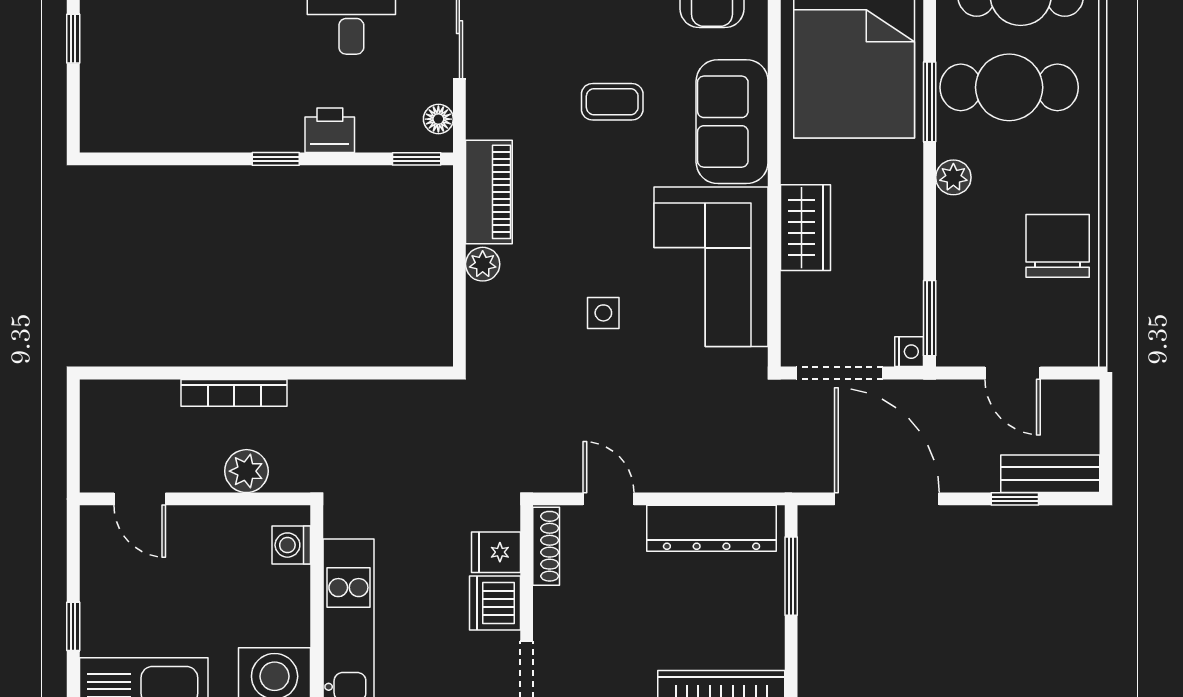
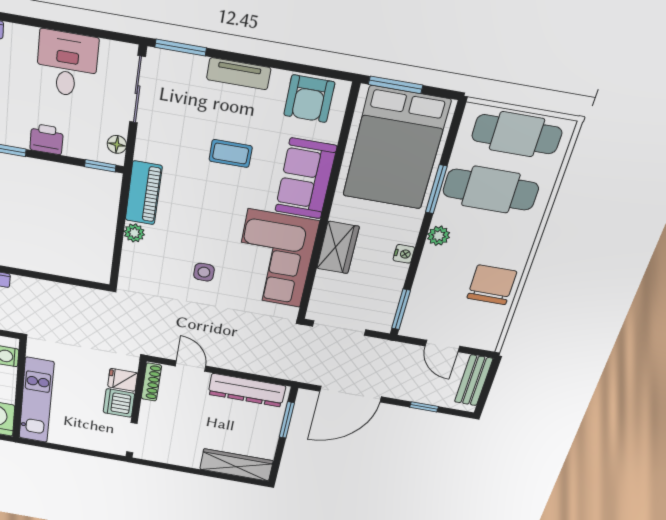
nightstand: (909, 352) -> (404, 254), moved
bench: (1050, 474) -> (474, 380), moved, turned 90
door: (887, 499) -> (350, 394), swing flipped

